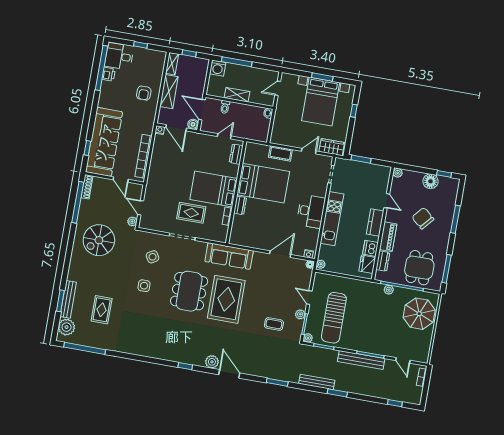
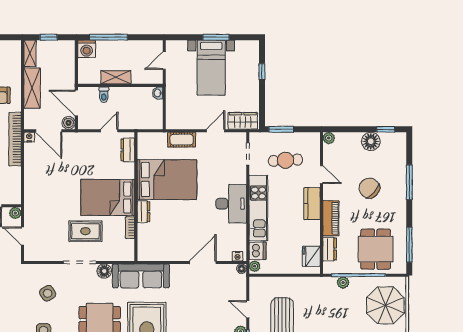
bed with nightstands: (321, 102) -> (211, 68), width x0.73
bookcase: (144, 156) -> (15, 139), moved
cafe table: (360, 184) -> (285, 160), added
plant: (132, 221) -> (15, 213), moved
floor lamp: (201, 247) -> (104, 271), added
dishwasher: (370, 248) -> (258, 251), moved, turned 180

